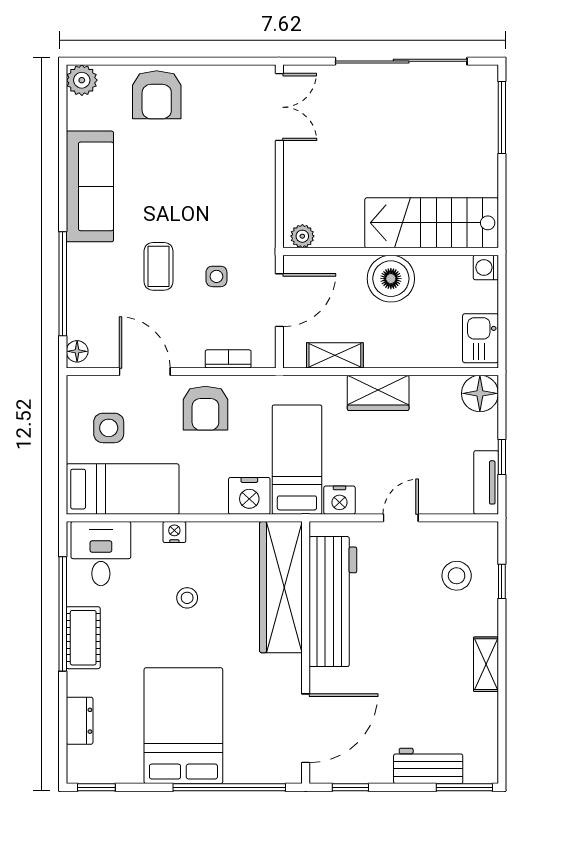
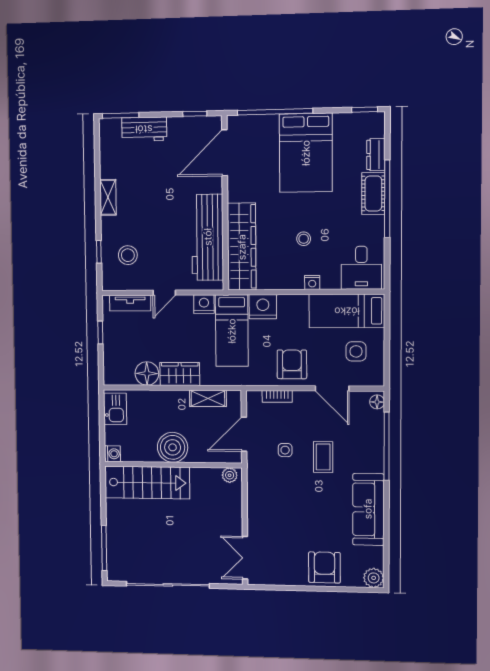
floor lamp: (480, 393) -> (147, 373), moved
tv unit: (486, 482) -> (130, 303), moved, turned 90
window: (63, 614) -> (387, 199), moved
cot: (83, 638) -> (373, 194), moved

